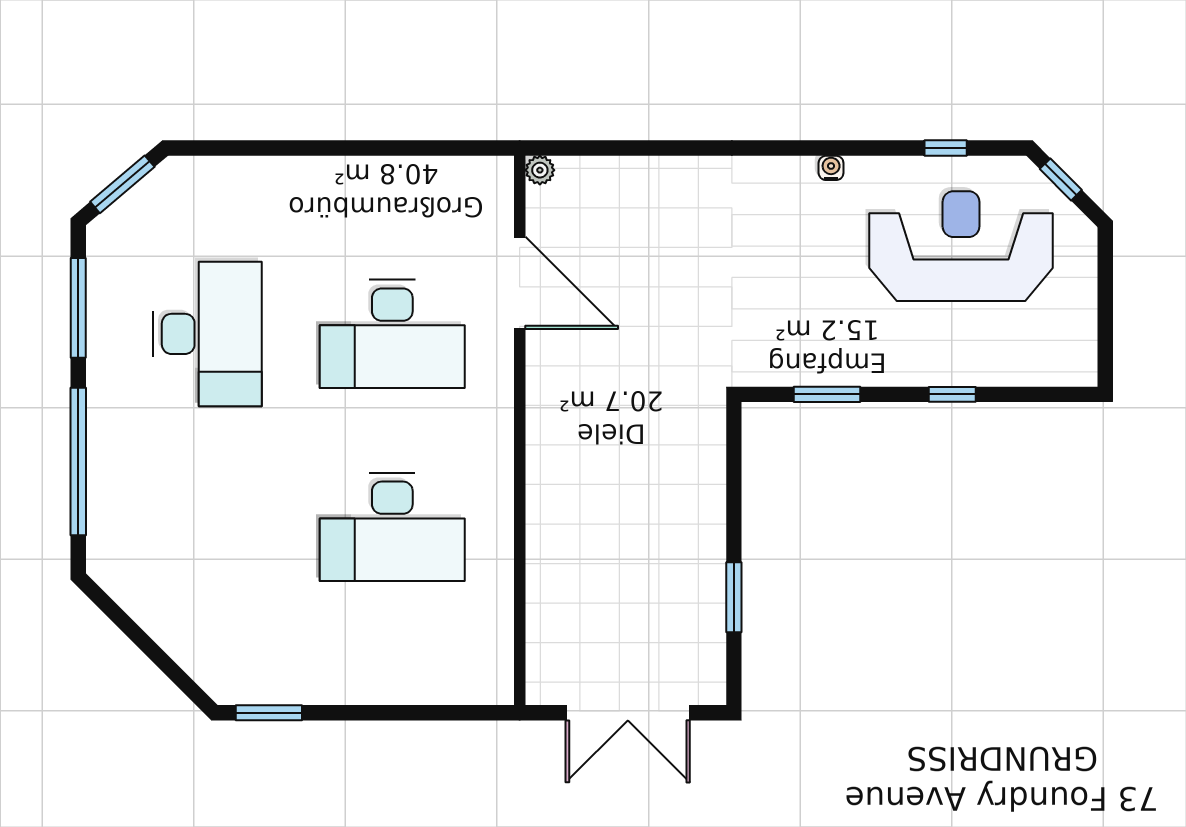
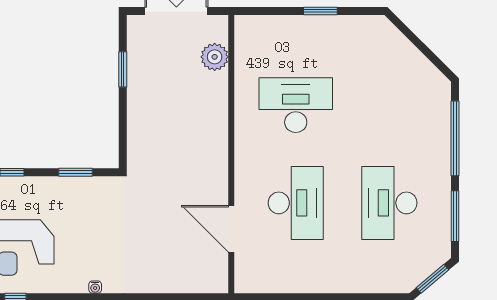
water cooler: (831, 168) -> (95, 287), moved
plant: (540, 170) -> (215, 57), moved, width x1.87, depth x1.87
desk: (392, 334) -> (296, 203), turned 90
window: (269, 713) -> (320, 11), moved

